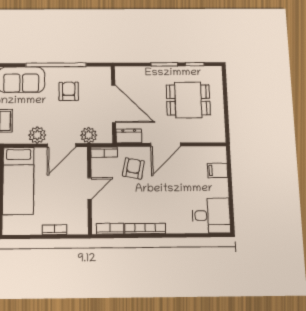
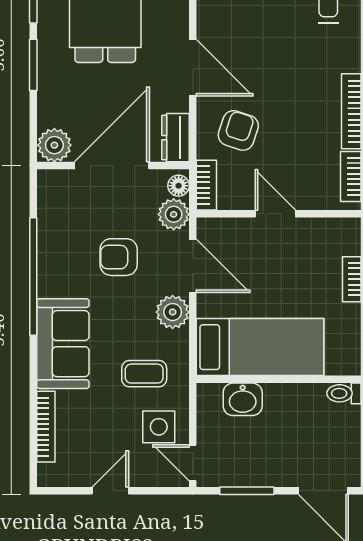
plant: (124, 75) -> (54, 145), added
armchair: (69, 91) -> (119, 257), moved
floor lamp: (104, 138) -> (179, 186), added
armchair: (133, 168) -> (238, 130), turned 97

